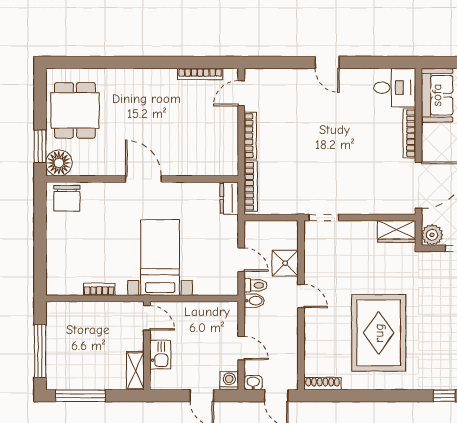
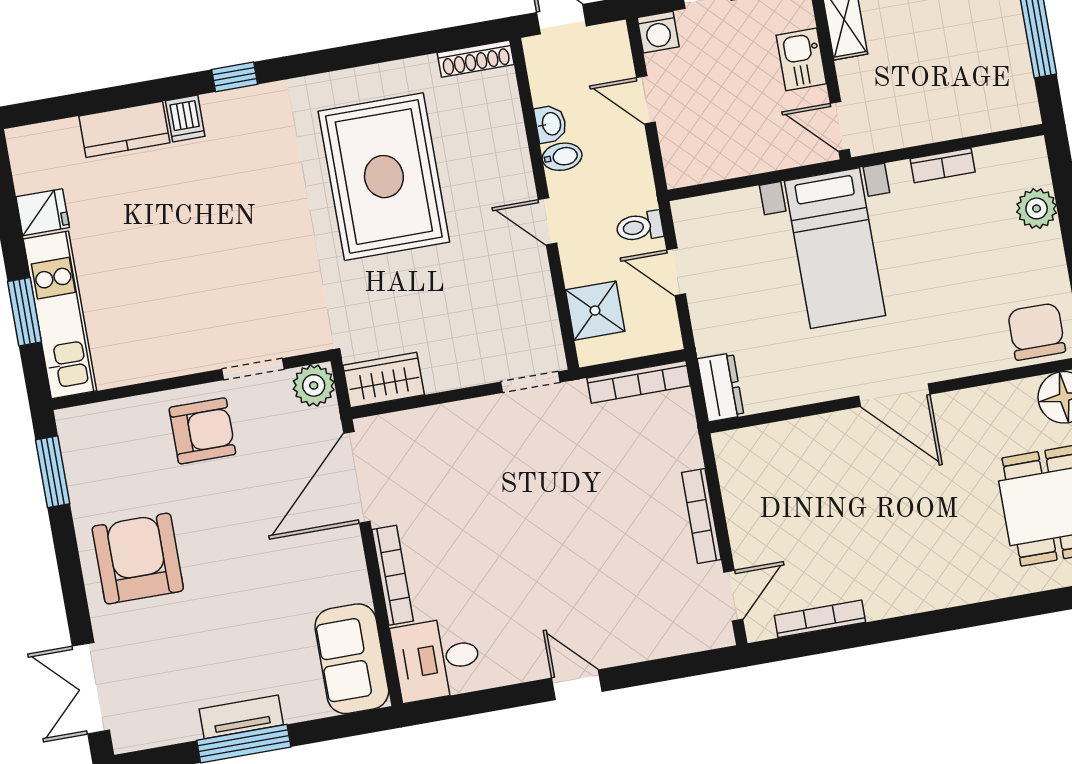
bookcase: (251, 186) -> (639, 382), moved, turned -90
plant: (56, 260) -> (1037, 208), added
shower: (285, 263) -> (595, 311), moved
bidet: (254, 301) -> (562, 157), moved, turned 180
washbasin: (253, 383) -> (551, 124), moved, turned -90

